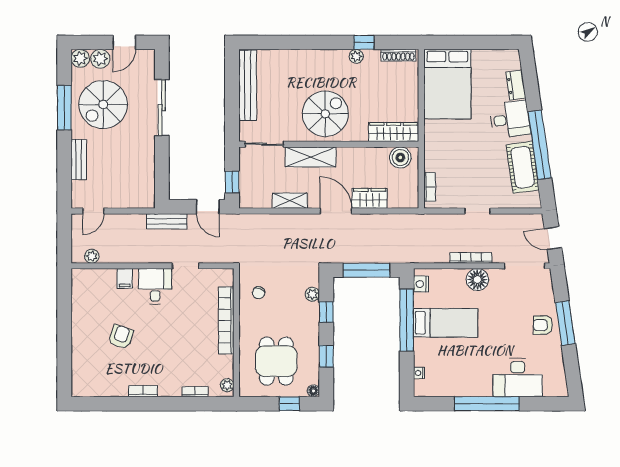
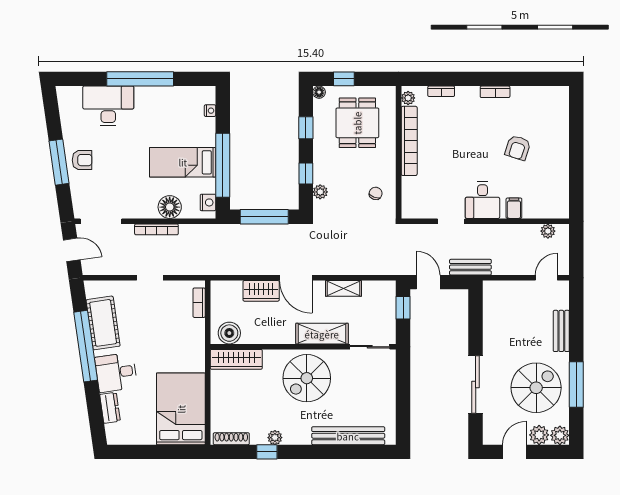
bench: (248, 85) -> (348, 436), moved, turned 90
floor lamp: (477, 280) -> (170, 207), moved
bookcase: (226, 320) -> (409, 141), moved

